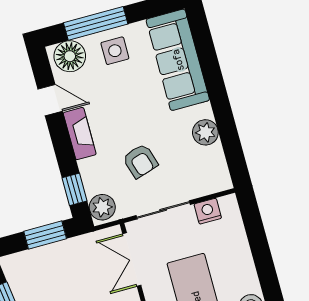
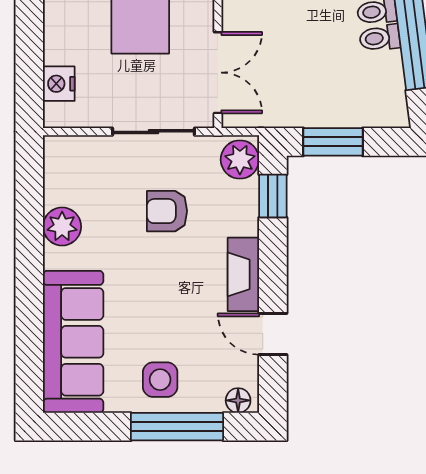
floor lamp: (70, 56) -> (238, 400), width x0.53, depth x0.53
armchair: (140, 161) -> (167, 211), turned -73
nightstand: (208, 211) -> (59, 84), moved, turned 90

